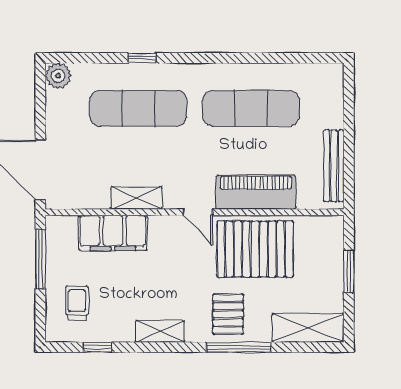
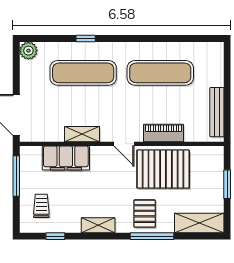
piano: (256, 192) -> (164, 133), width x0.73, depth x0.75

